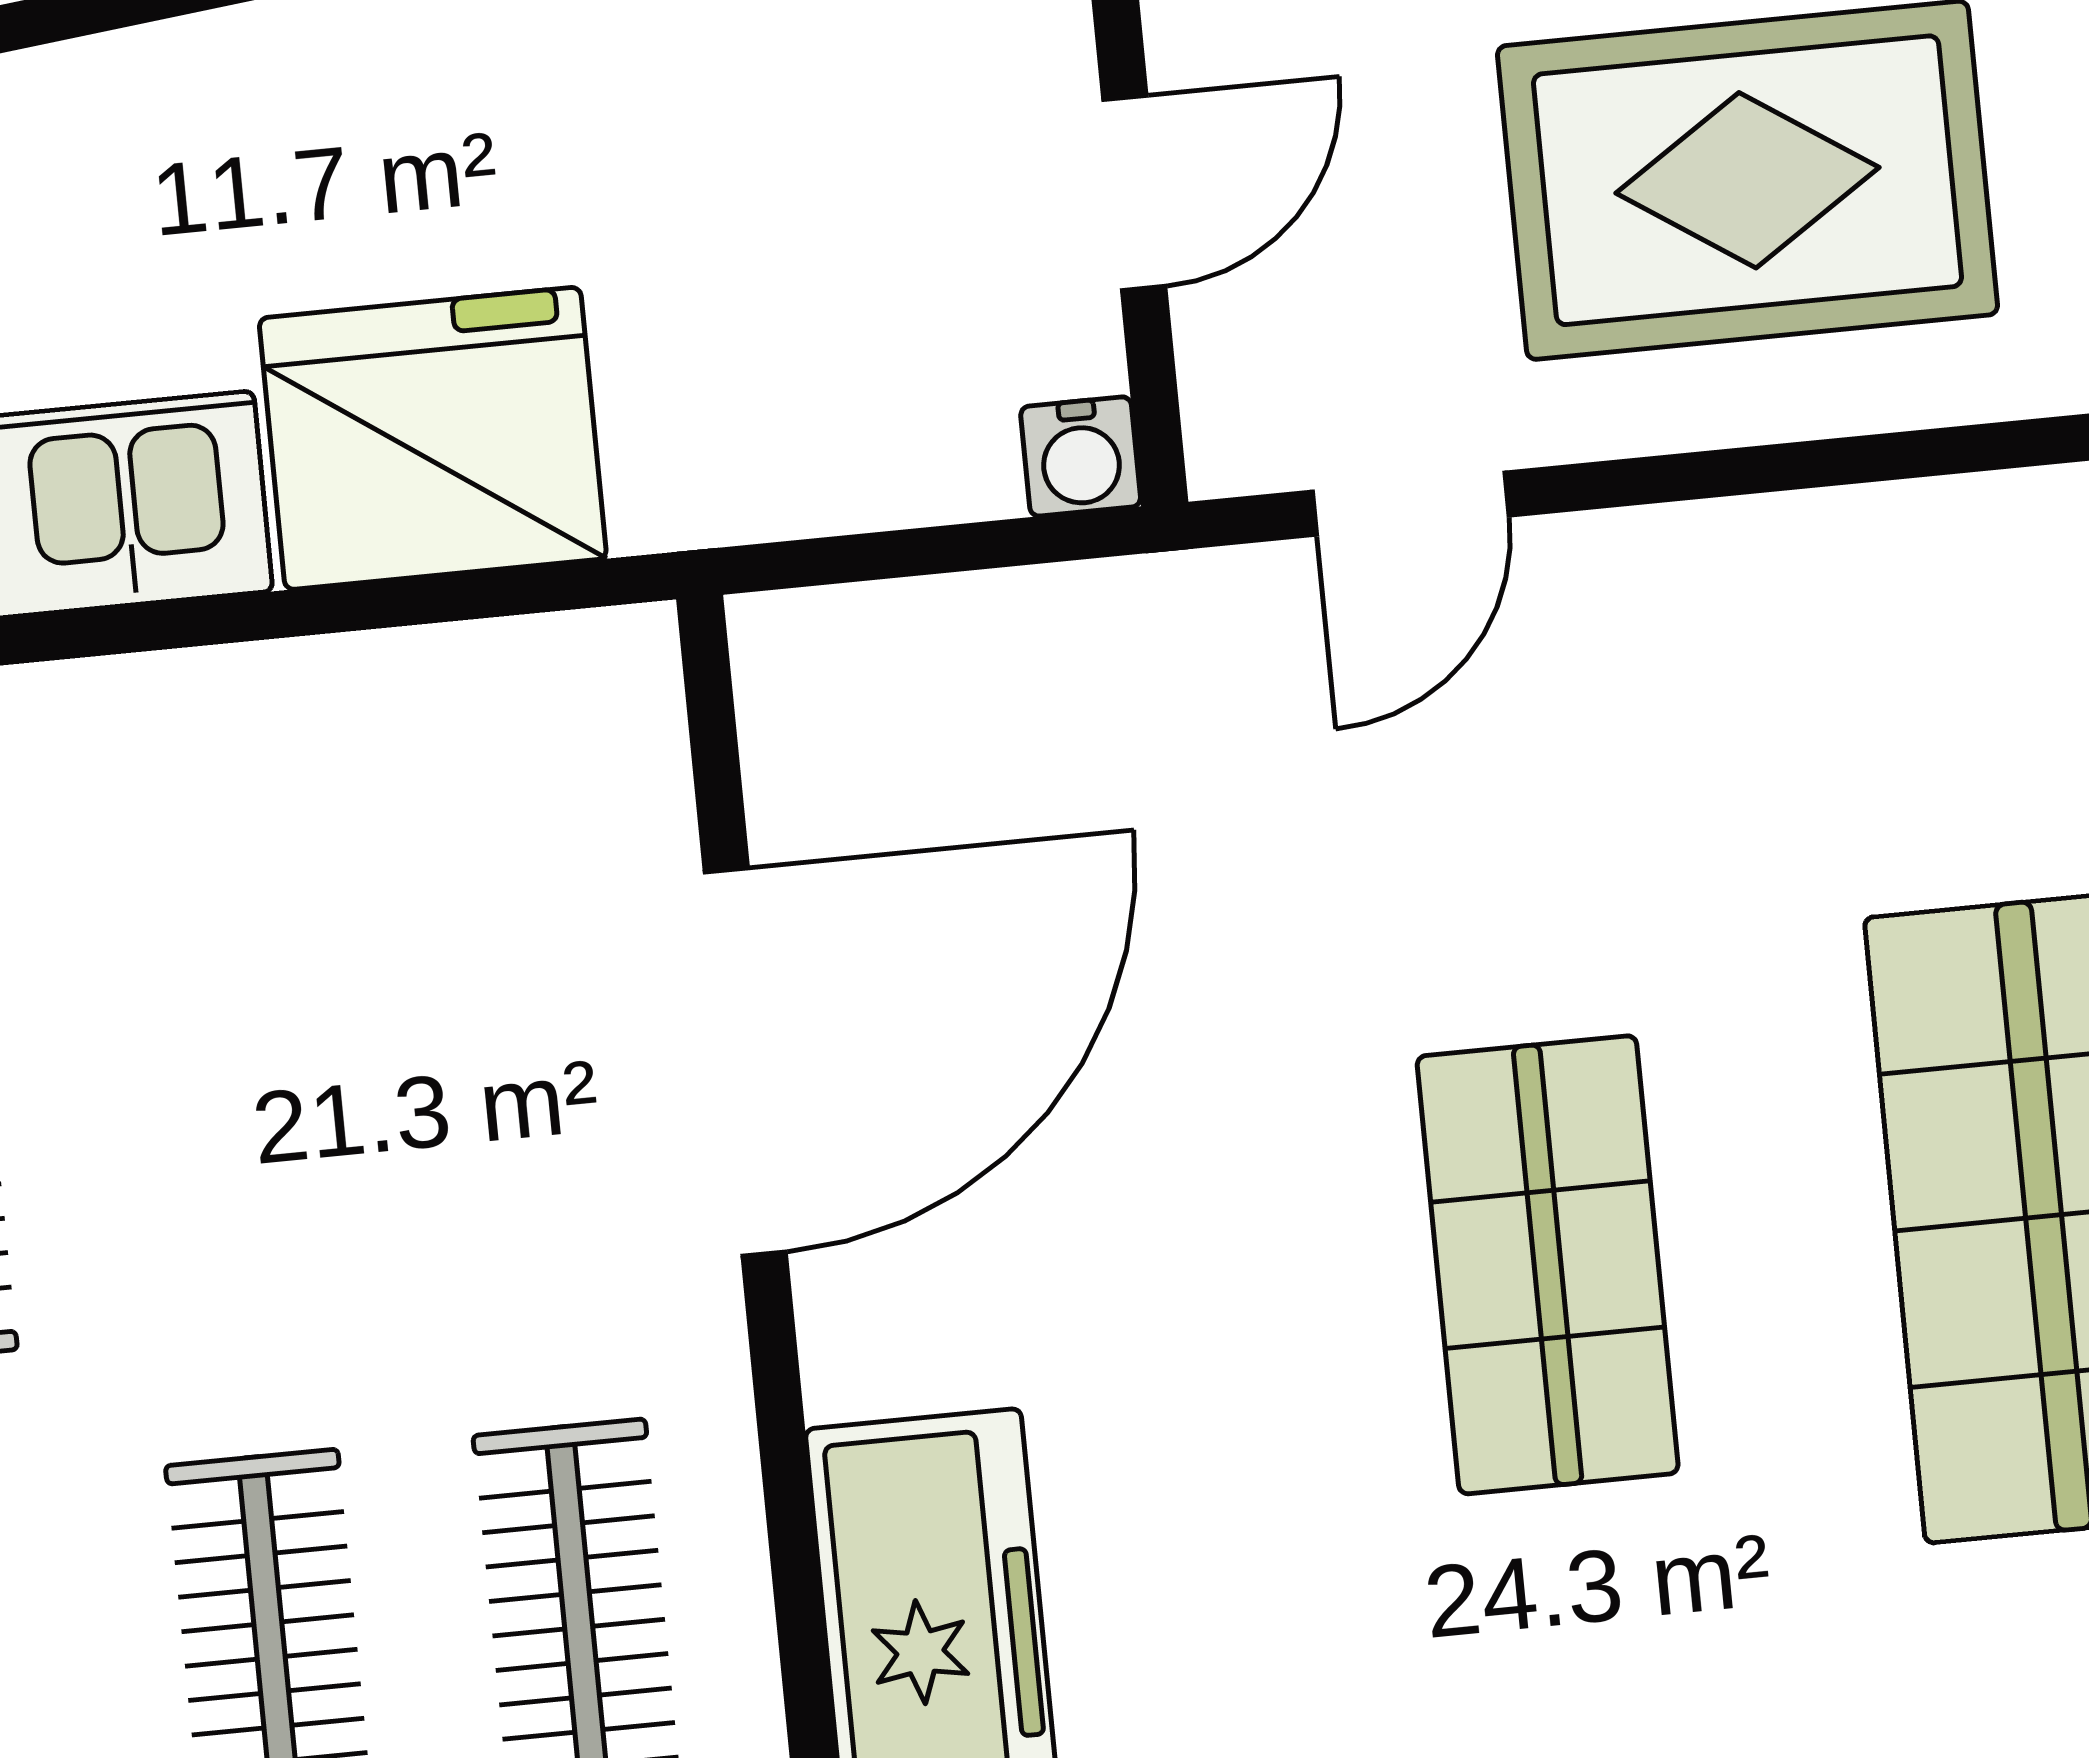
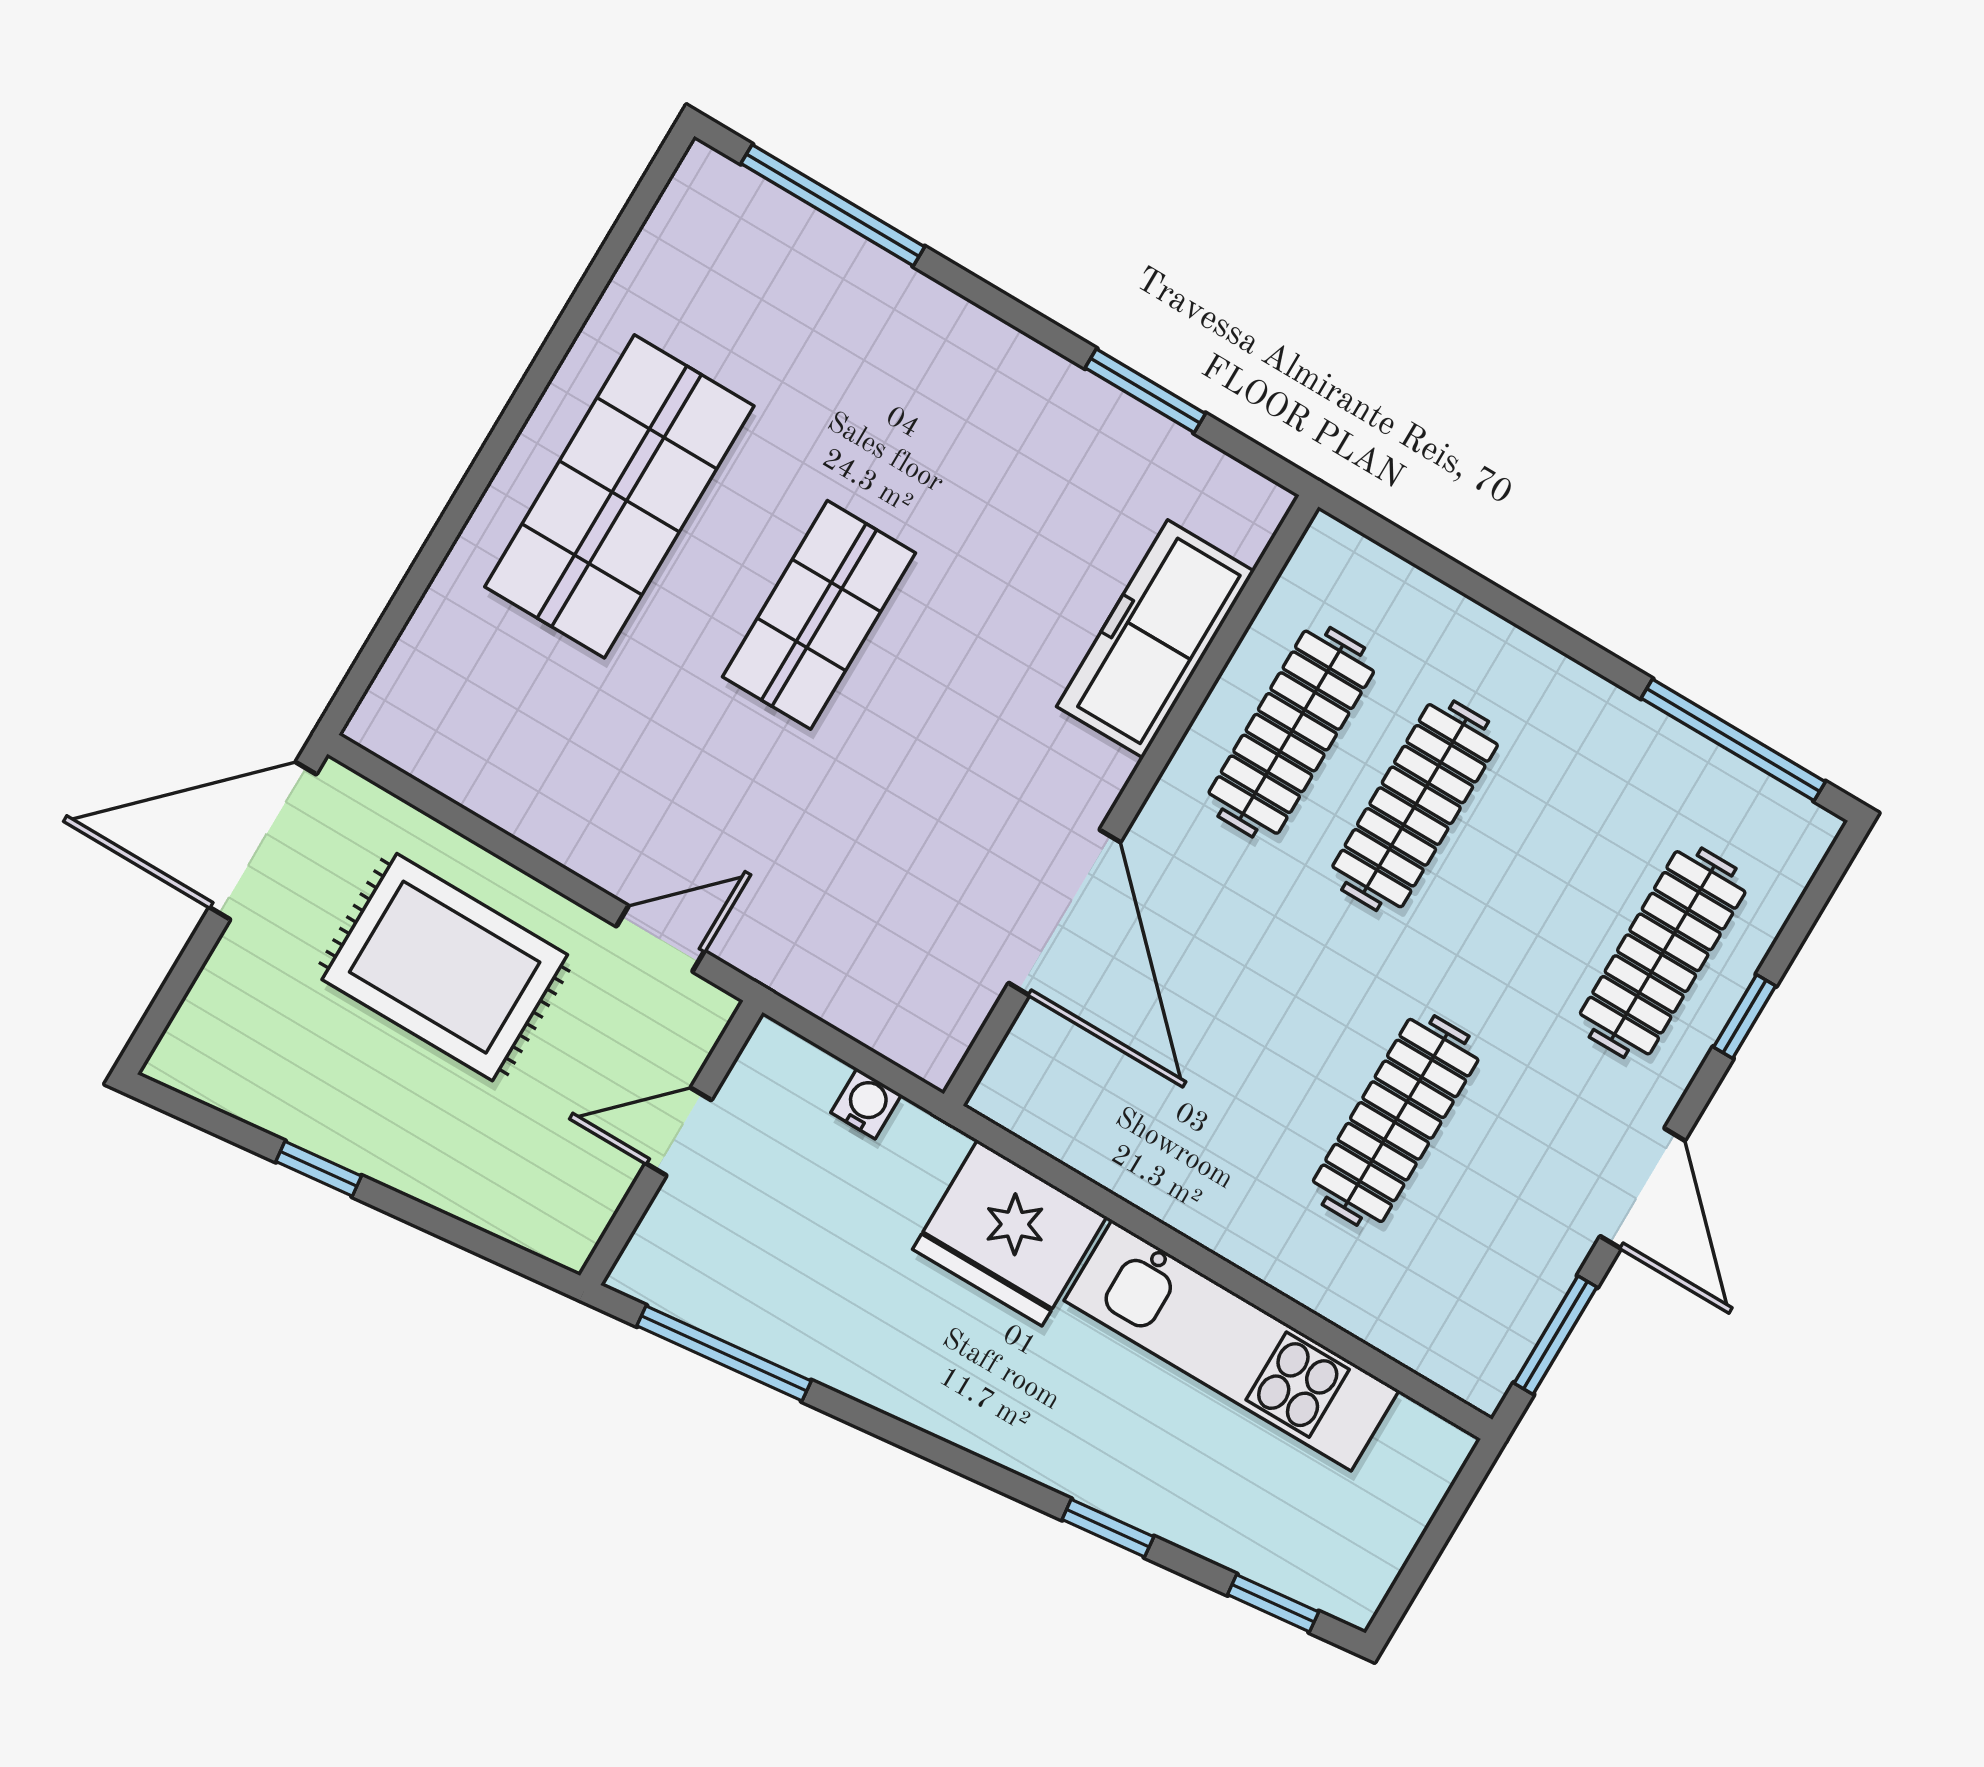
water cooler: (1081, 457) -> (866, 1104), moved
door: (745, 1062) -> (1064, 913), swing flipped

